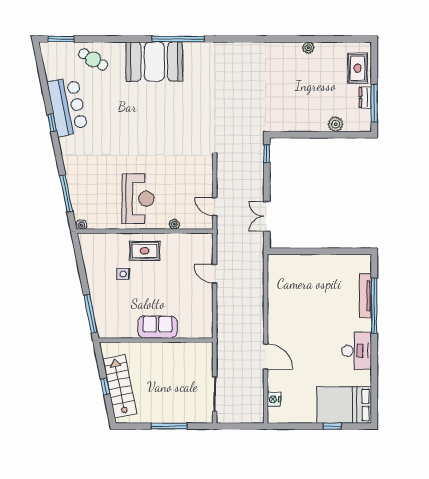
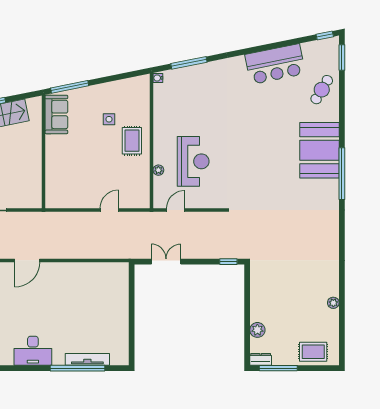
dresser: (365, 97) -> (261, 359), moved
window: (52, 123) -> (325, 35), moved
reception desk: (138, 199) -> (193, 161), moved, turned -90
sofa: (158, 327) -> (56, 114), moved

